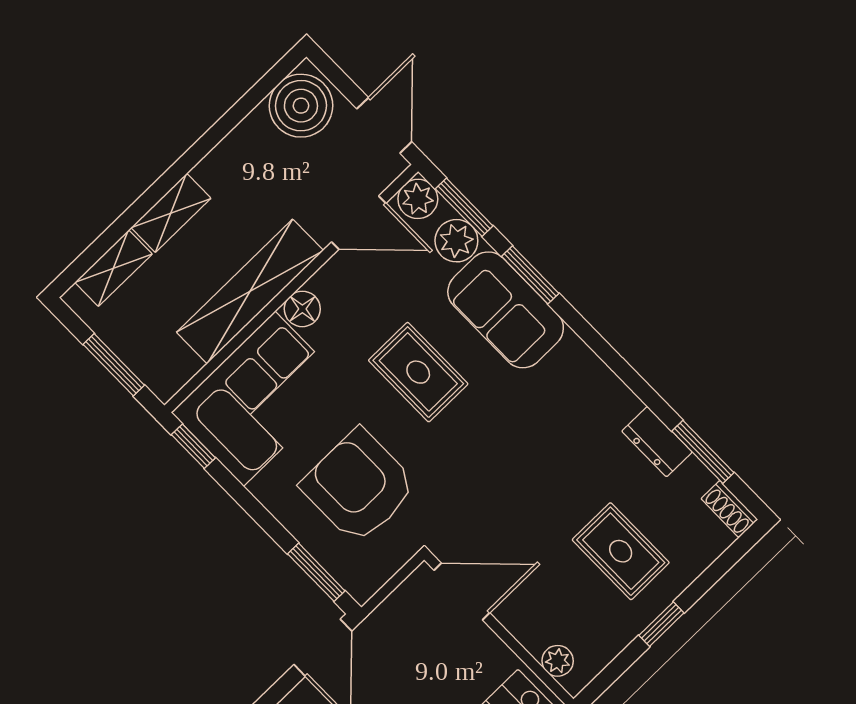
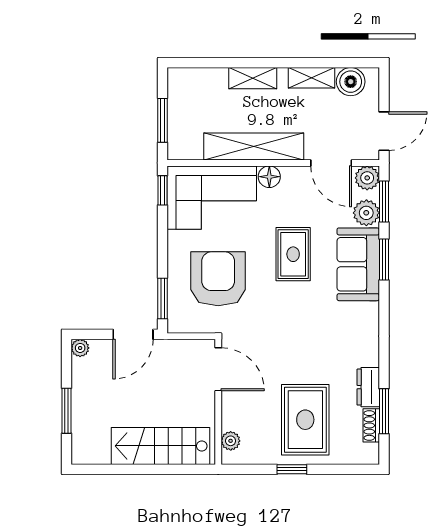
boiler: (301, 106) -> (351, 82), width x0.73, depth x0.73
shelving: (113, 268) -> (311, 78), moved
shoe rack: (729, 509) -> (371, 425), moved
rug: (621, 551) -> (305, 420), width x1.36, depth x1.43

